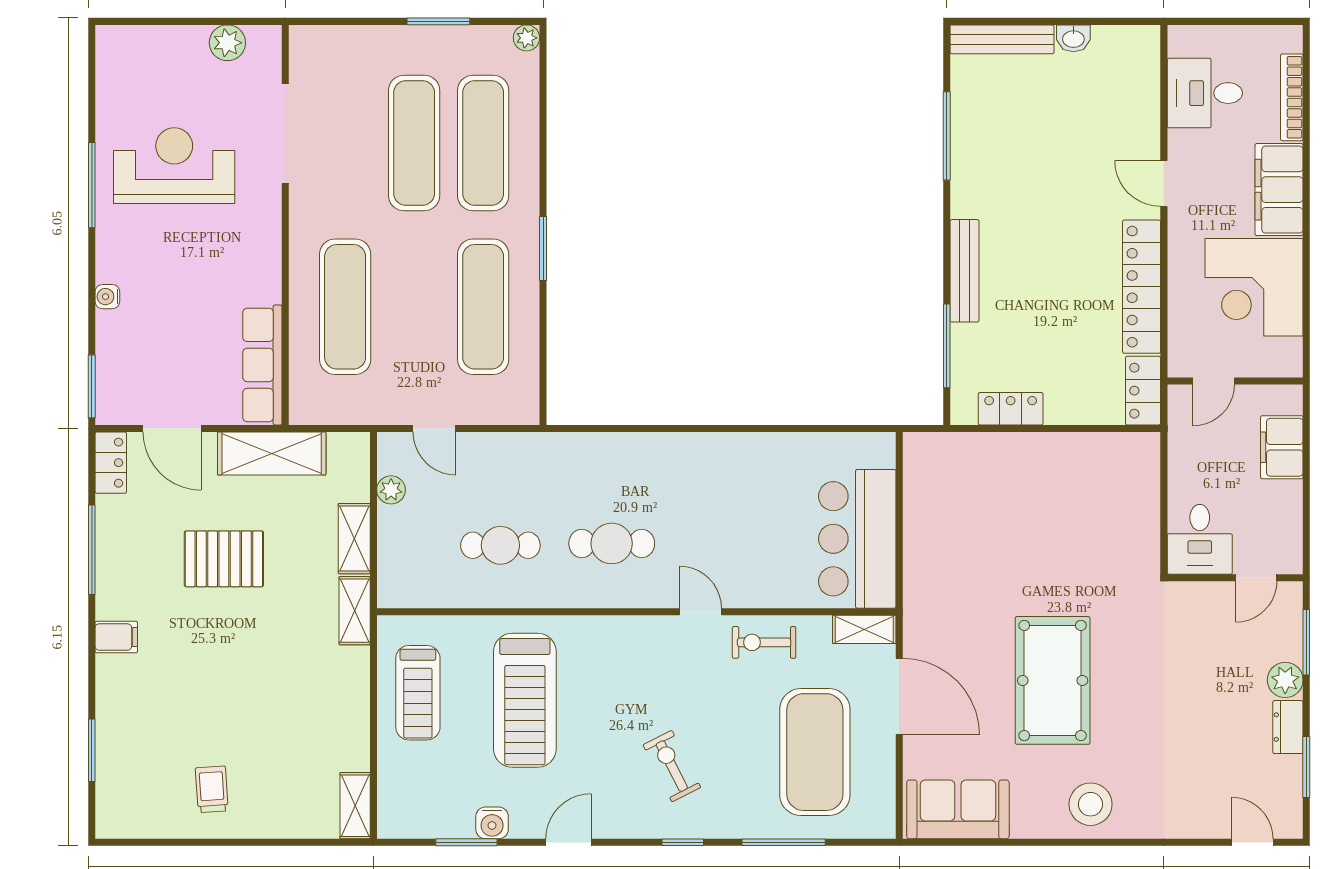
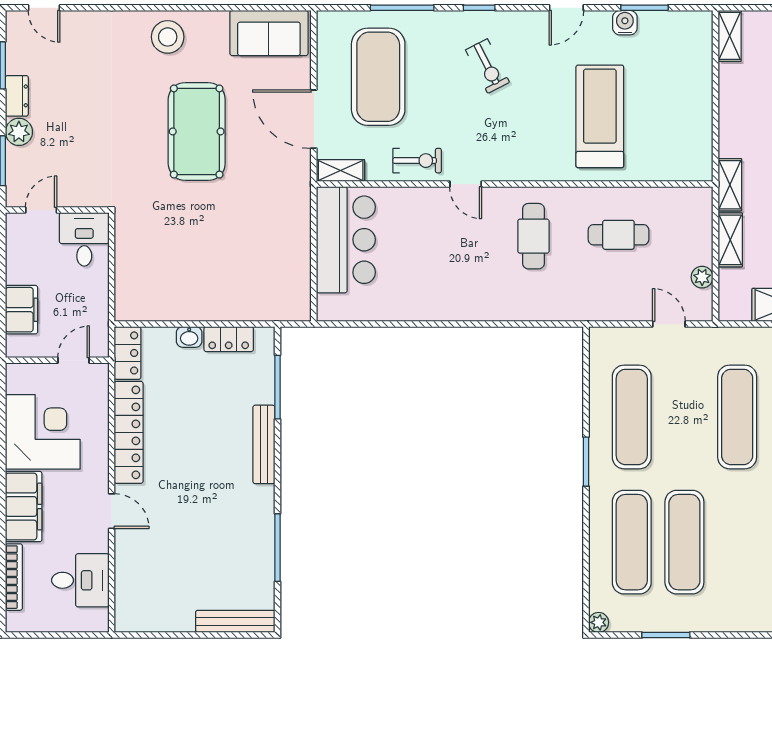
washbasin: (1073, 38) -> (189, 337), moved, turned 180
cafe table: (612, 543) -> (533, 236), turned 90
treadmill: (418, 693) -> (682, 122), removed

